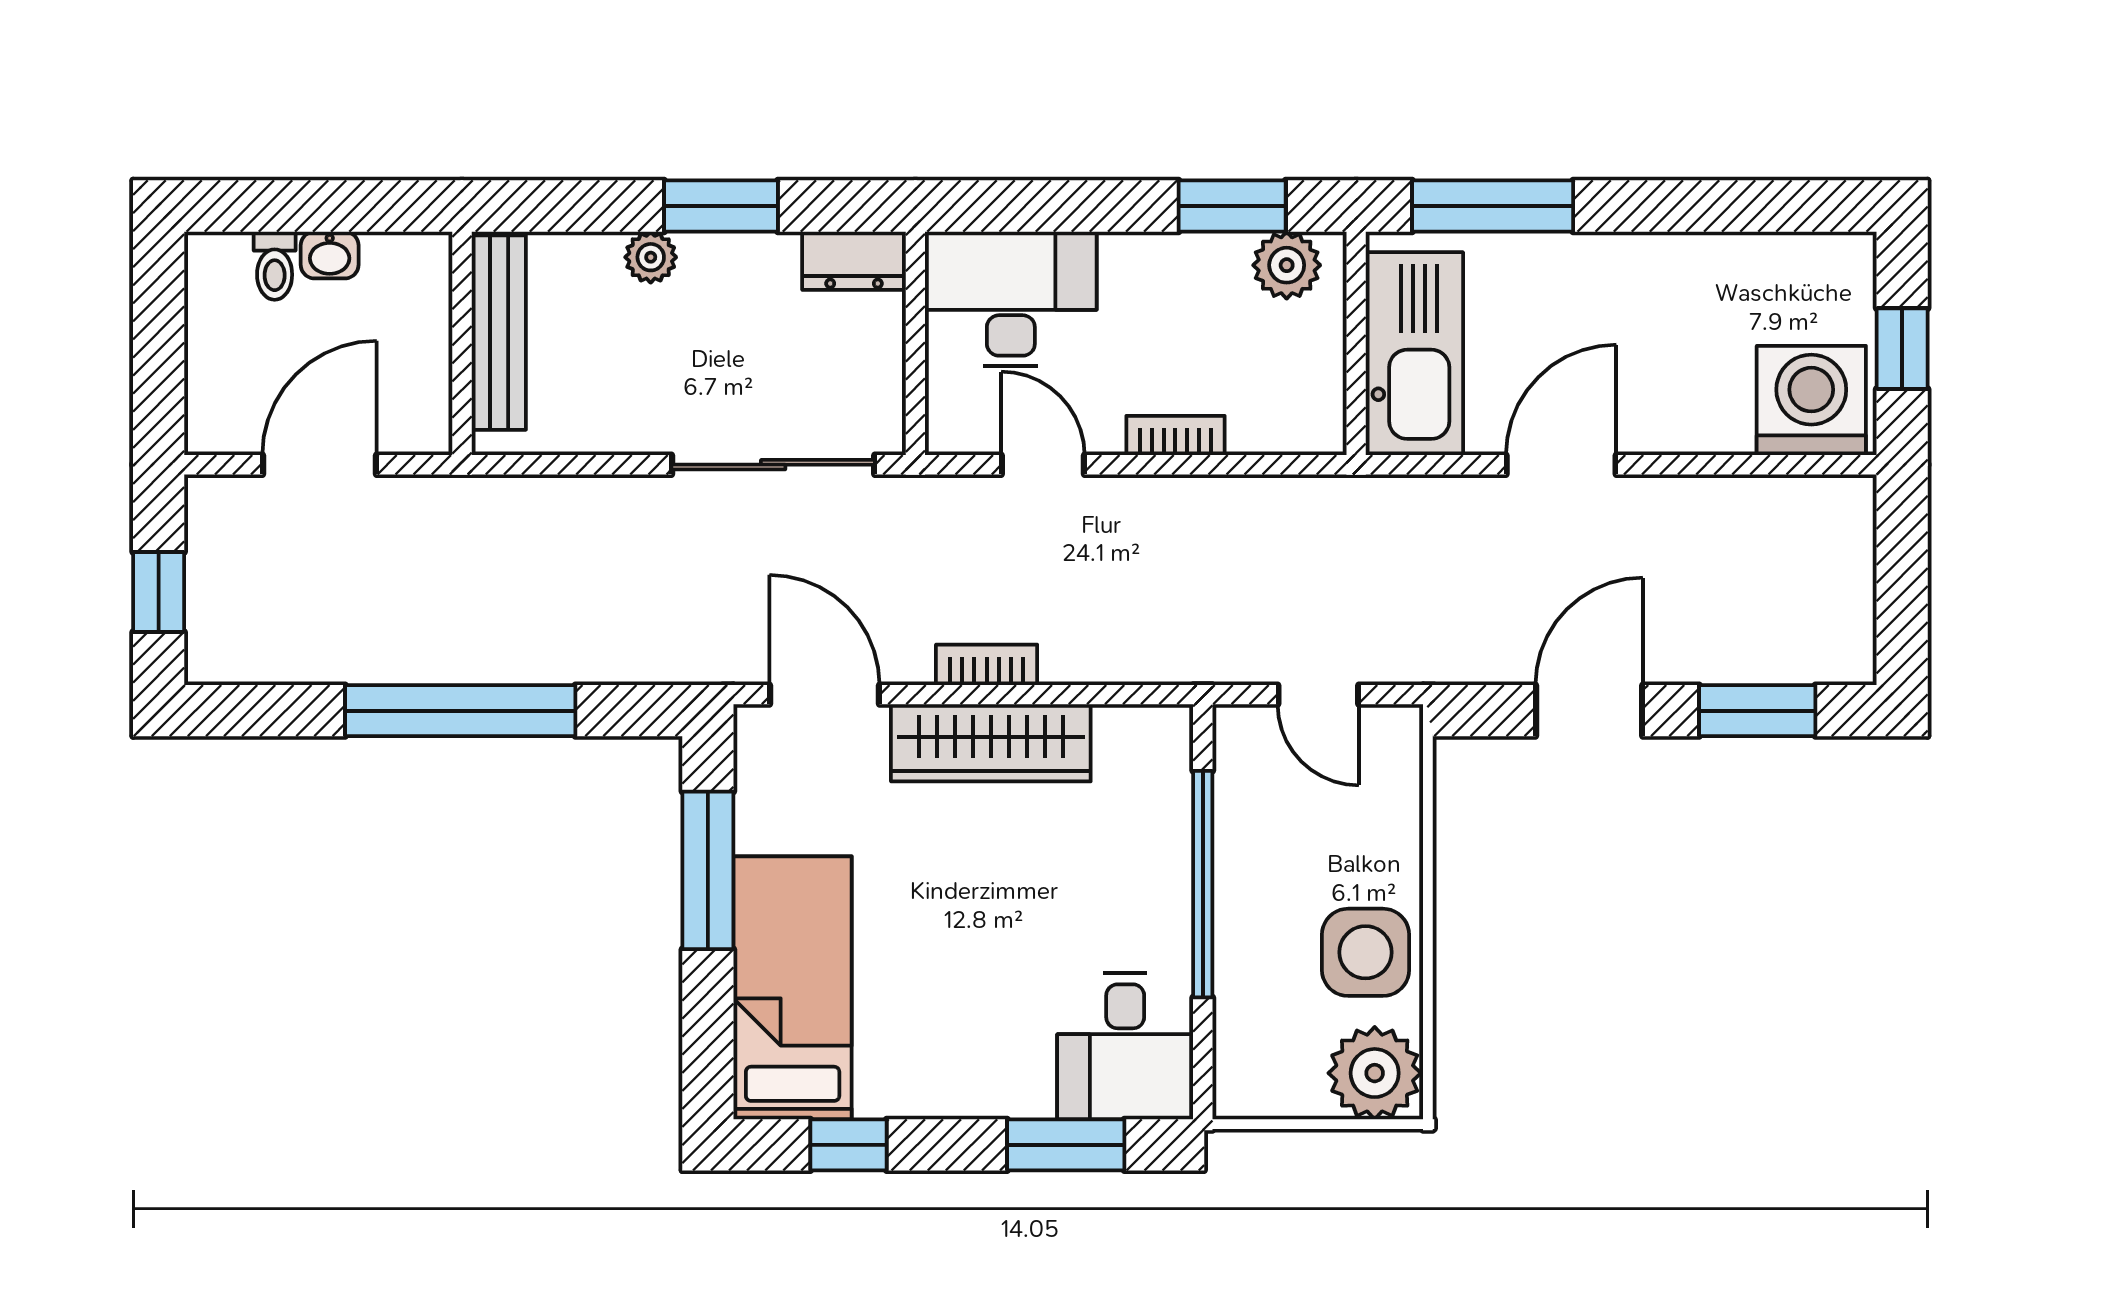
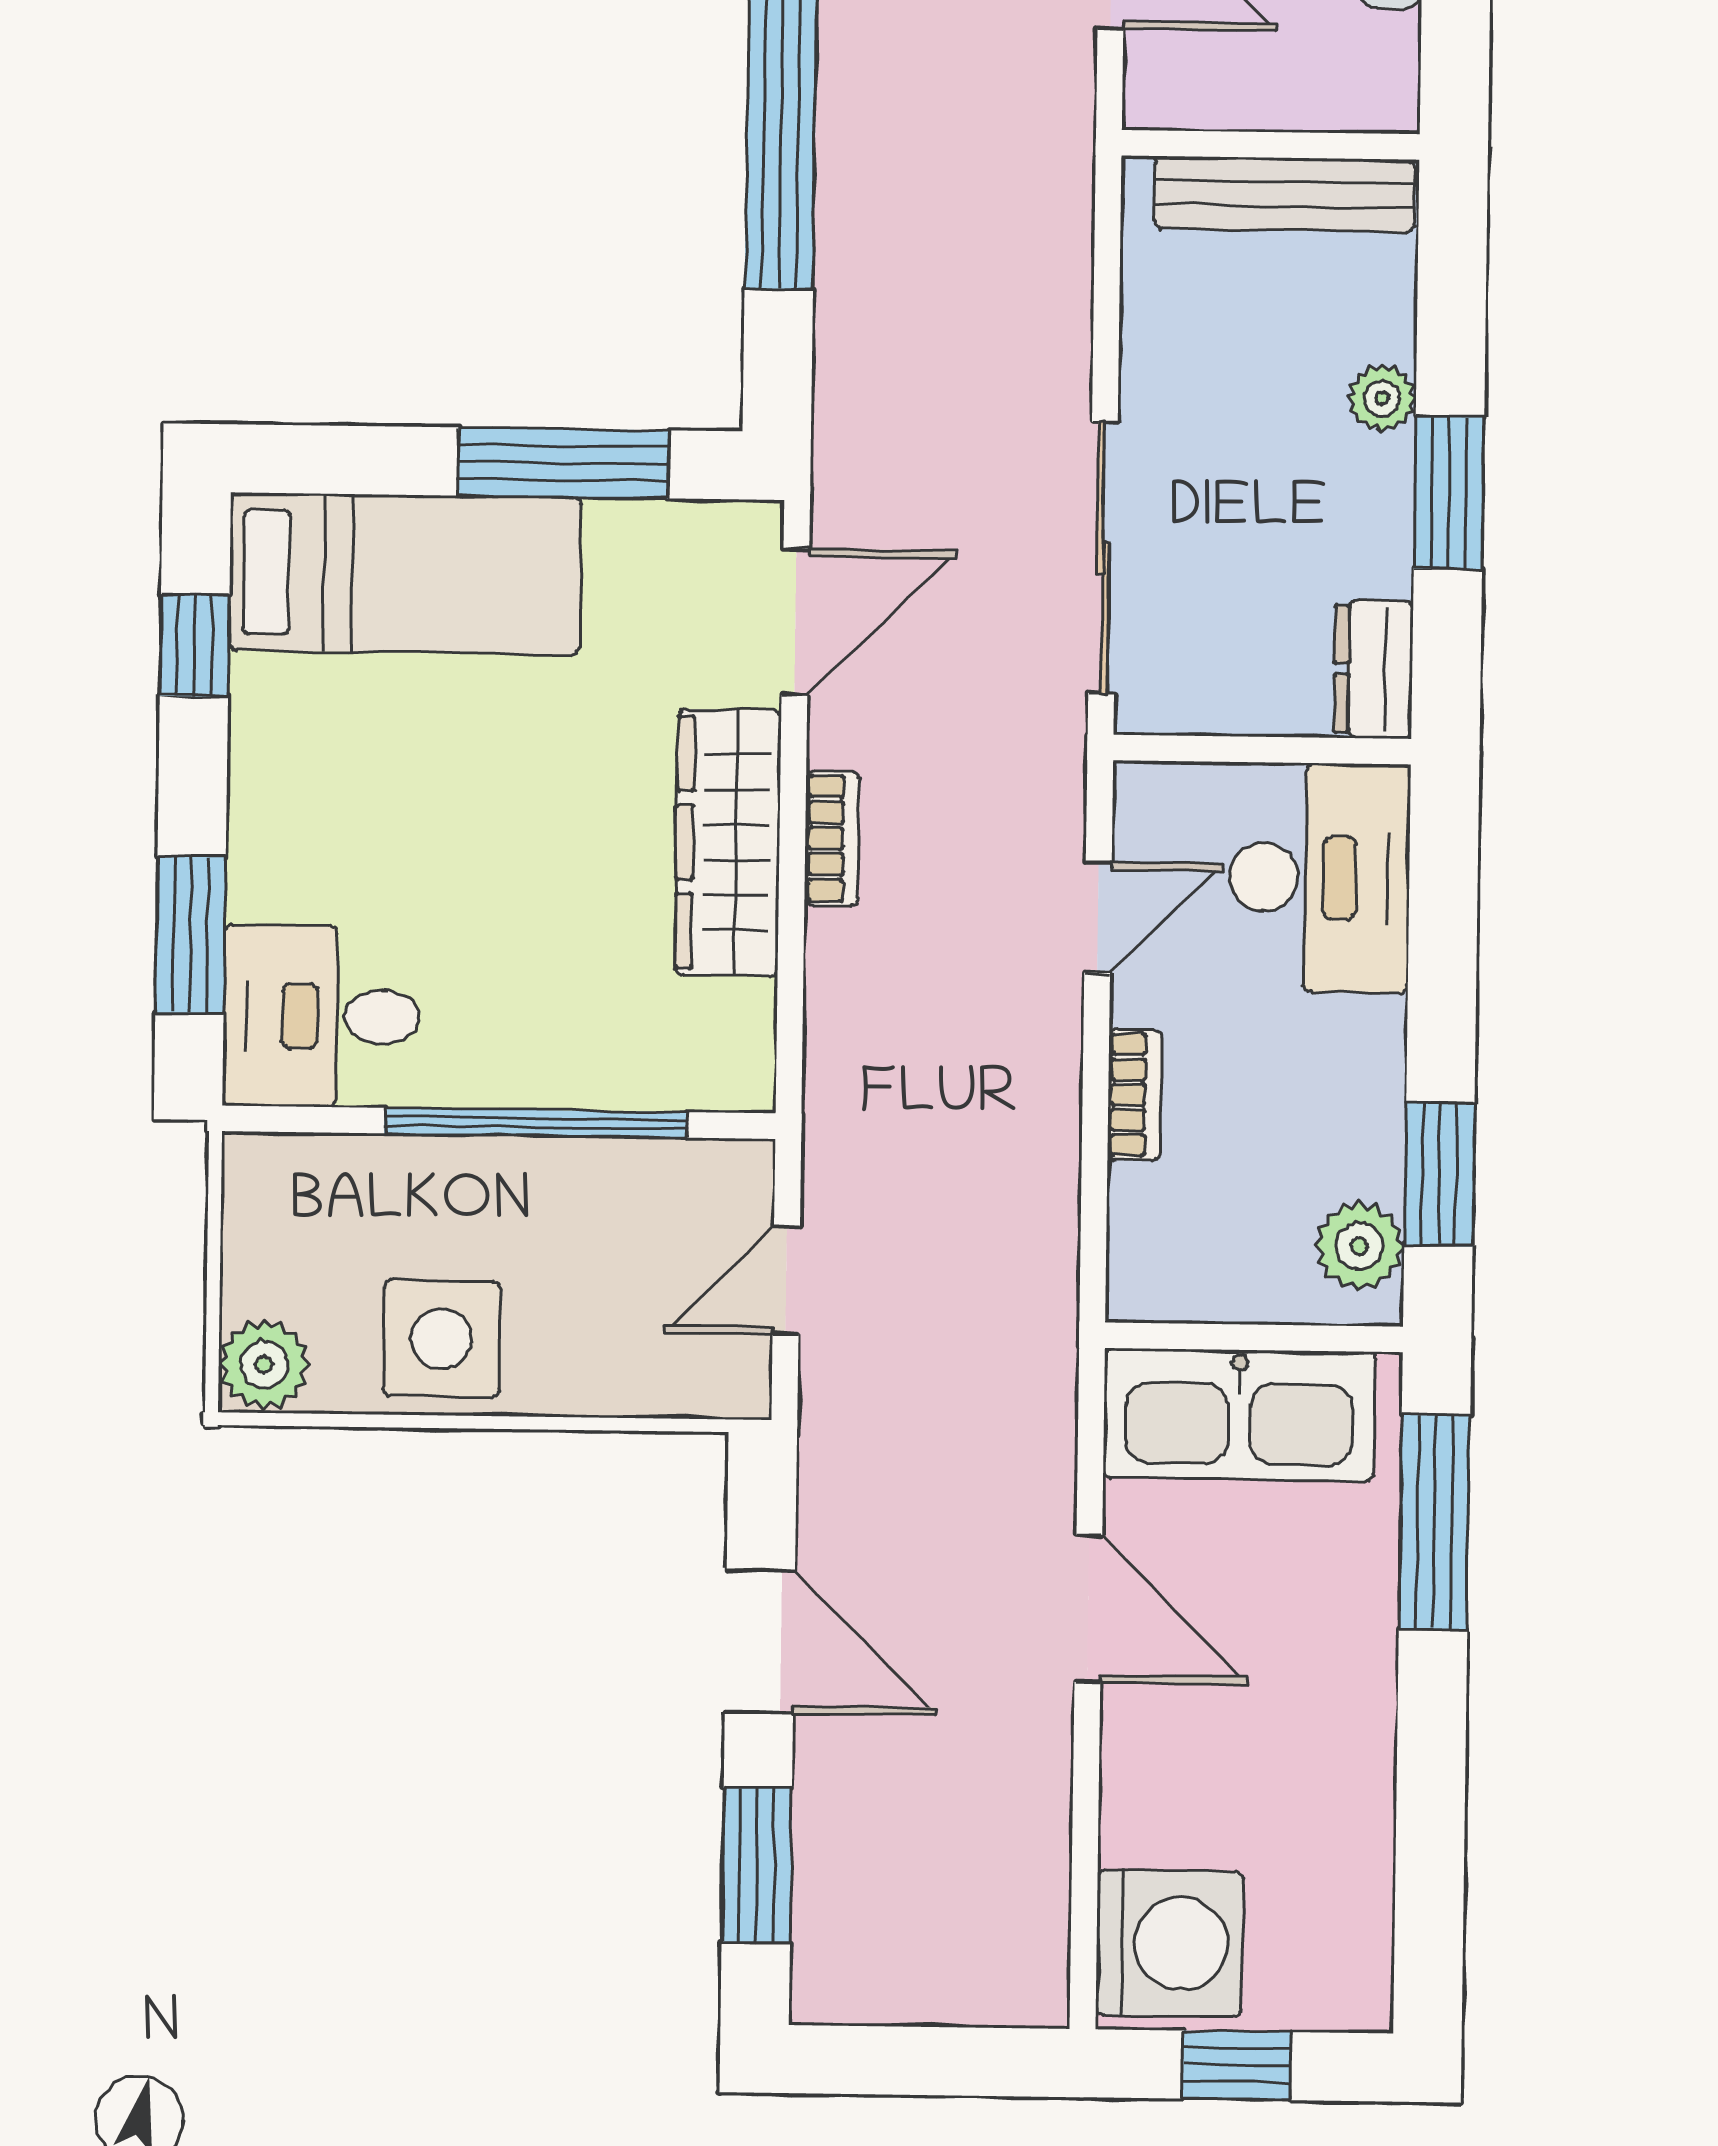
plant: (1375, 1073) -> (264, 1365), width x0.73, depth x0.73

